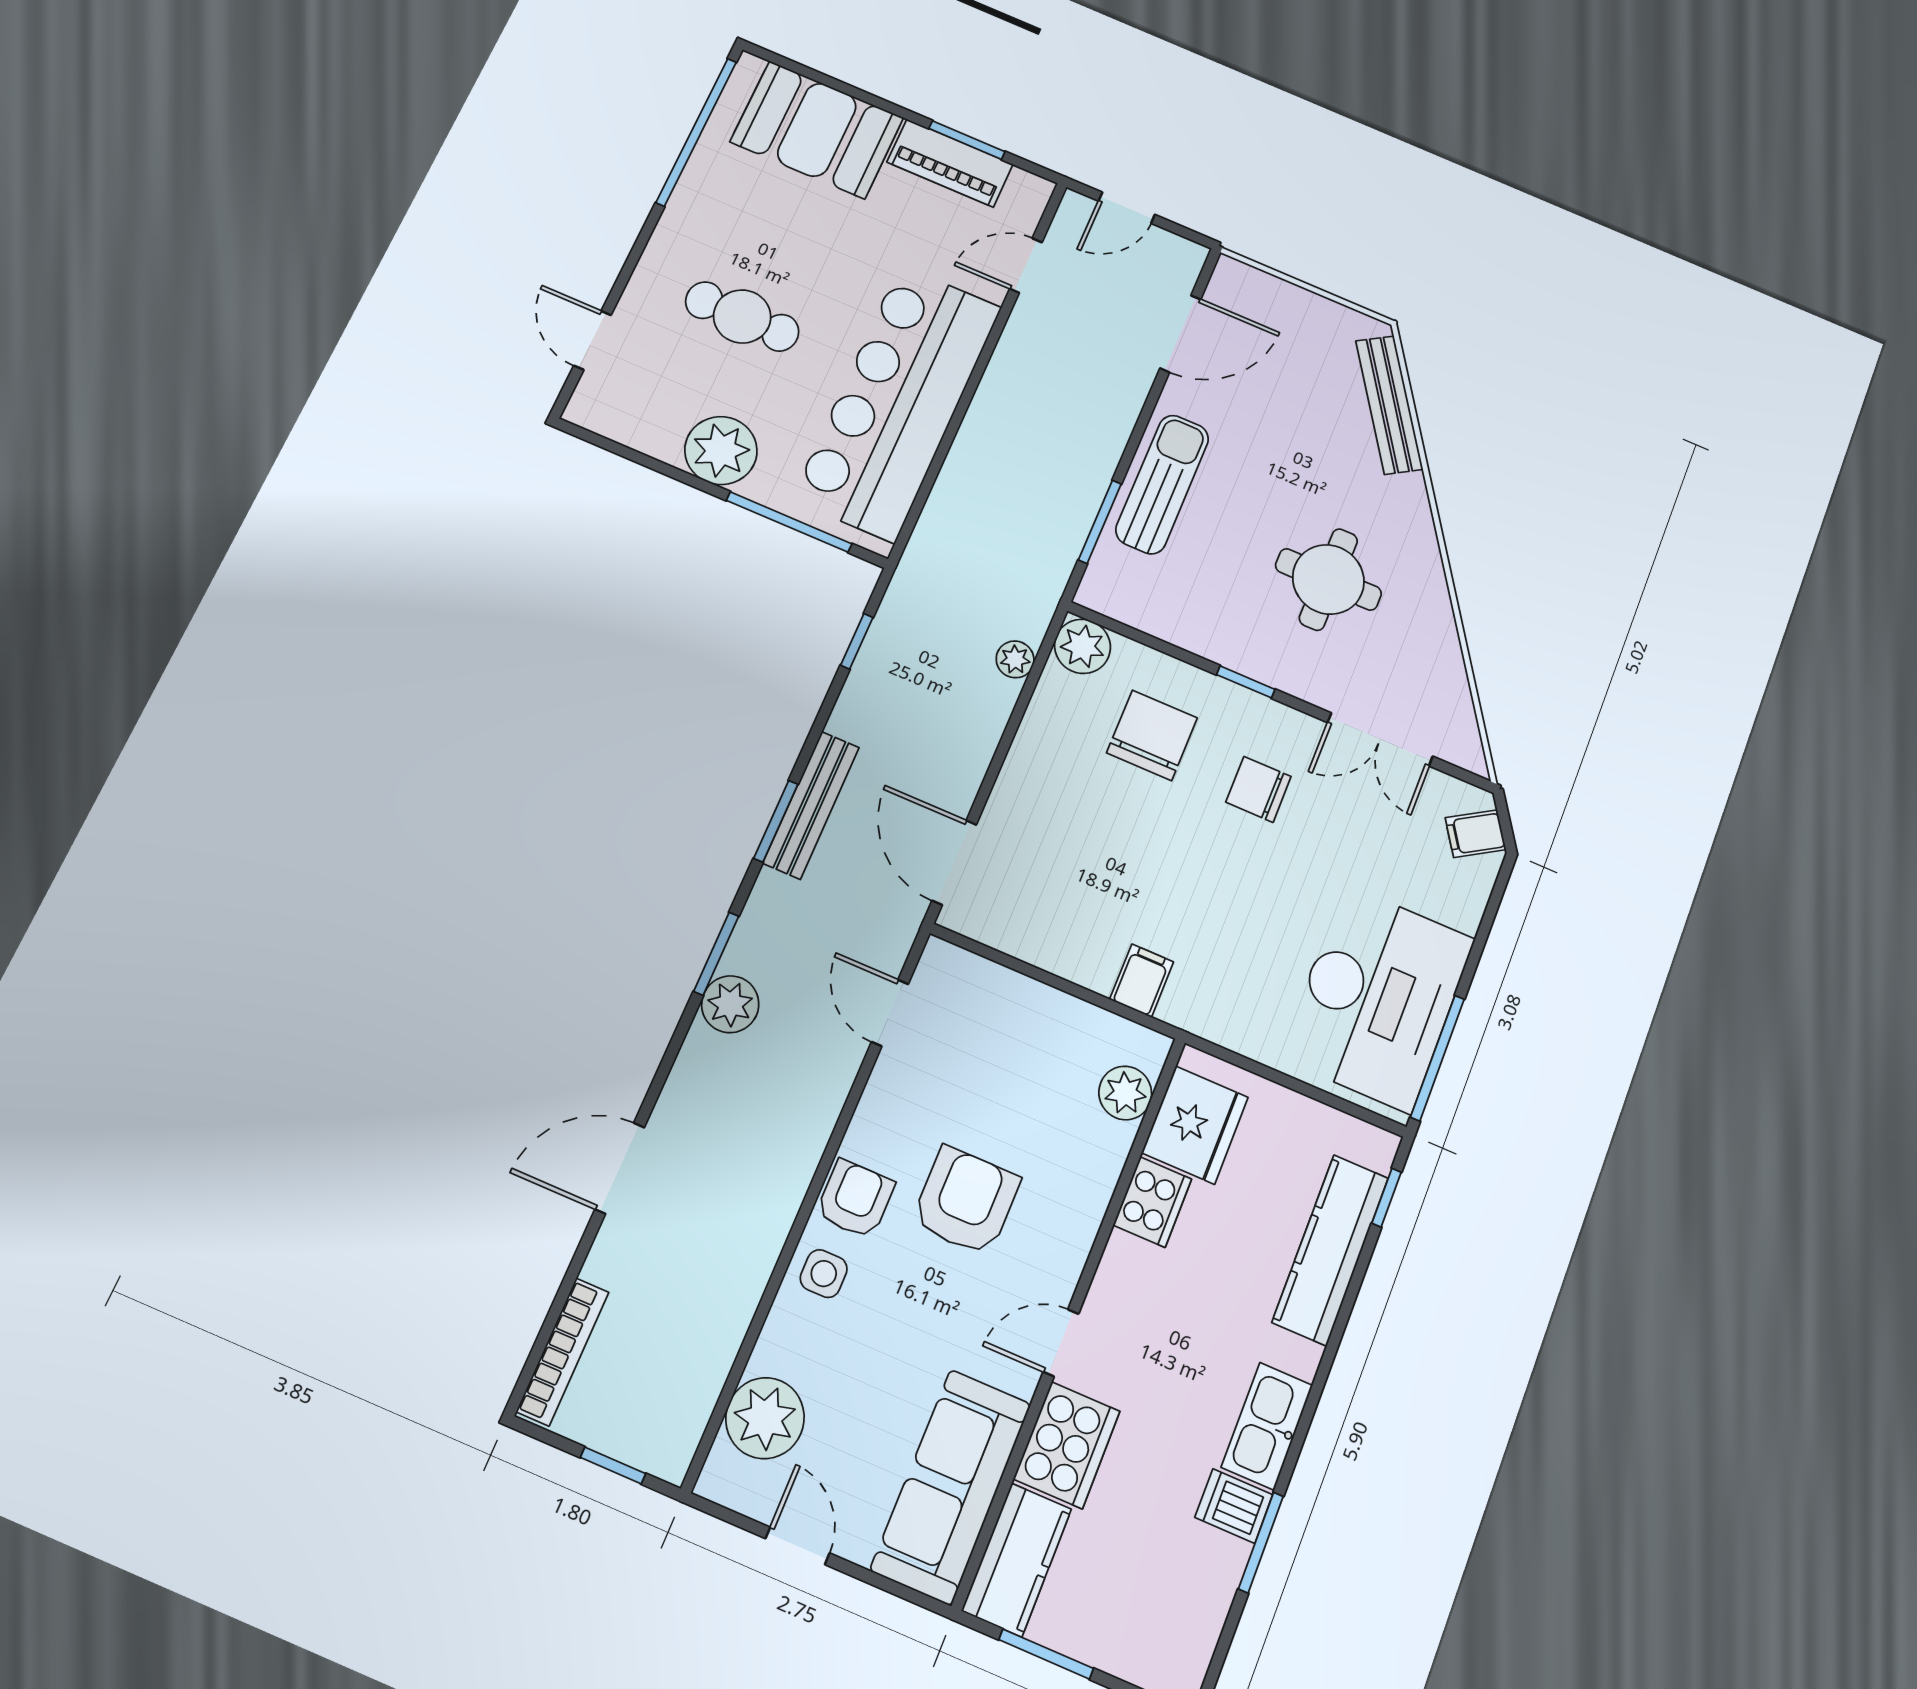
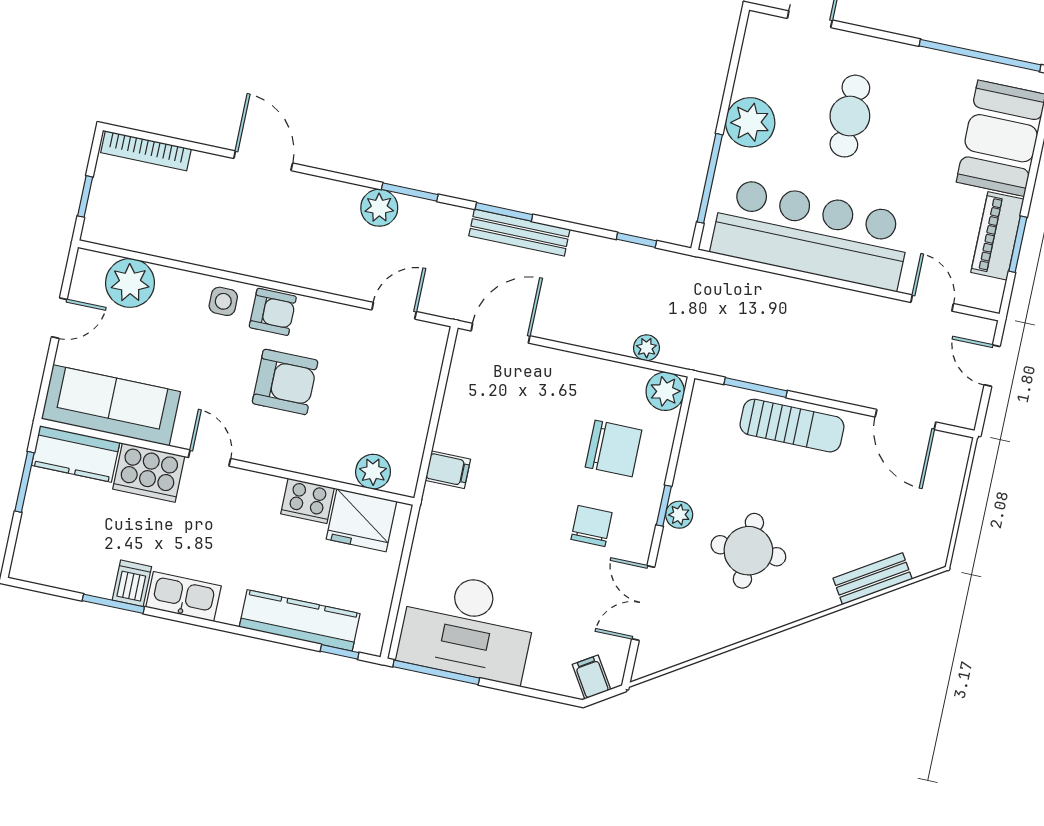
bench: (1389, 405) -> (873, 579), width x0.73
plant: (1262, 664) -> (679, 515), added

